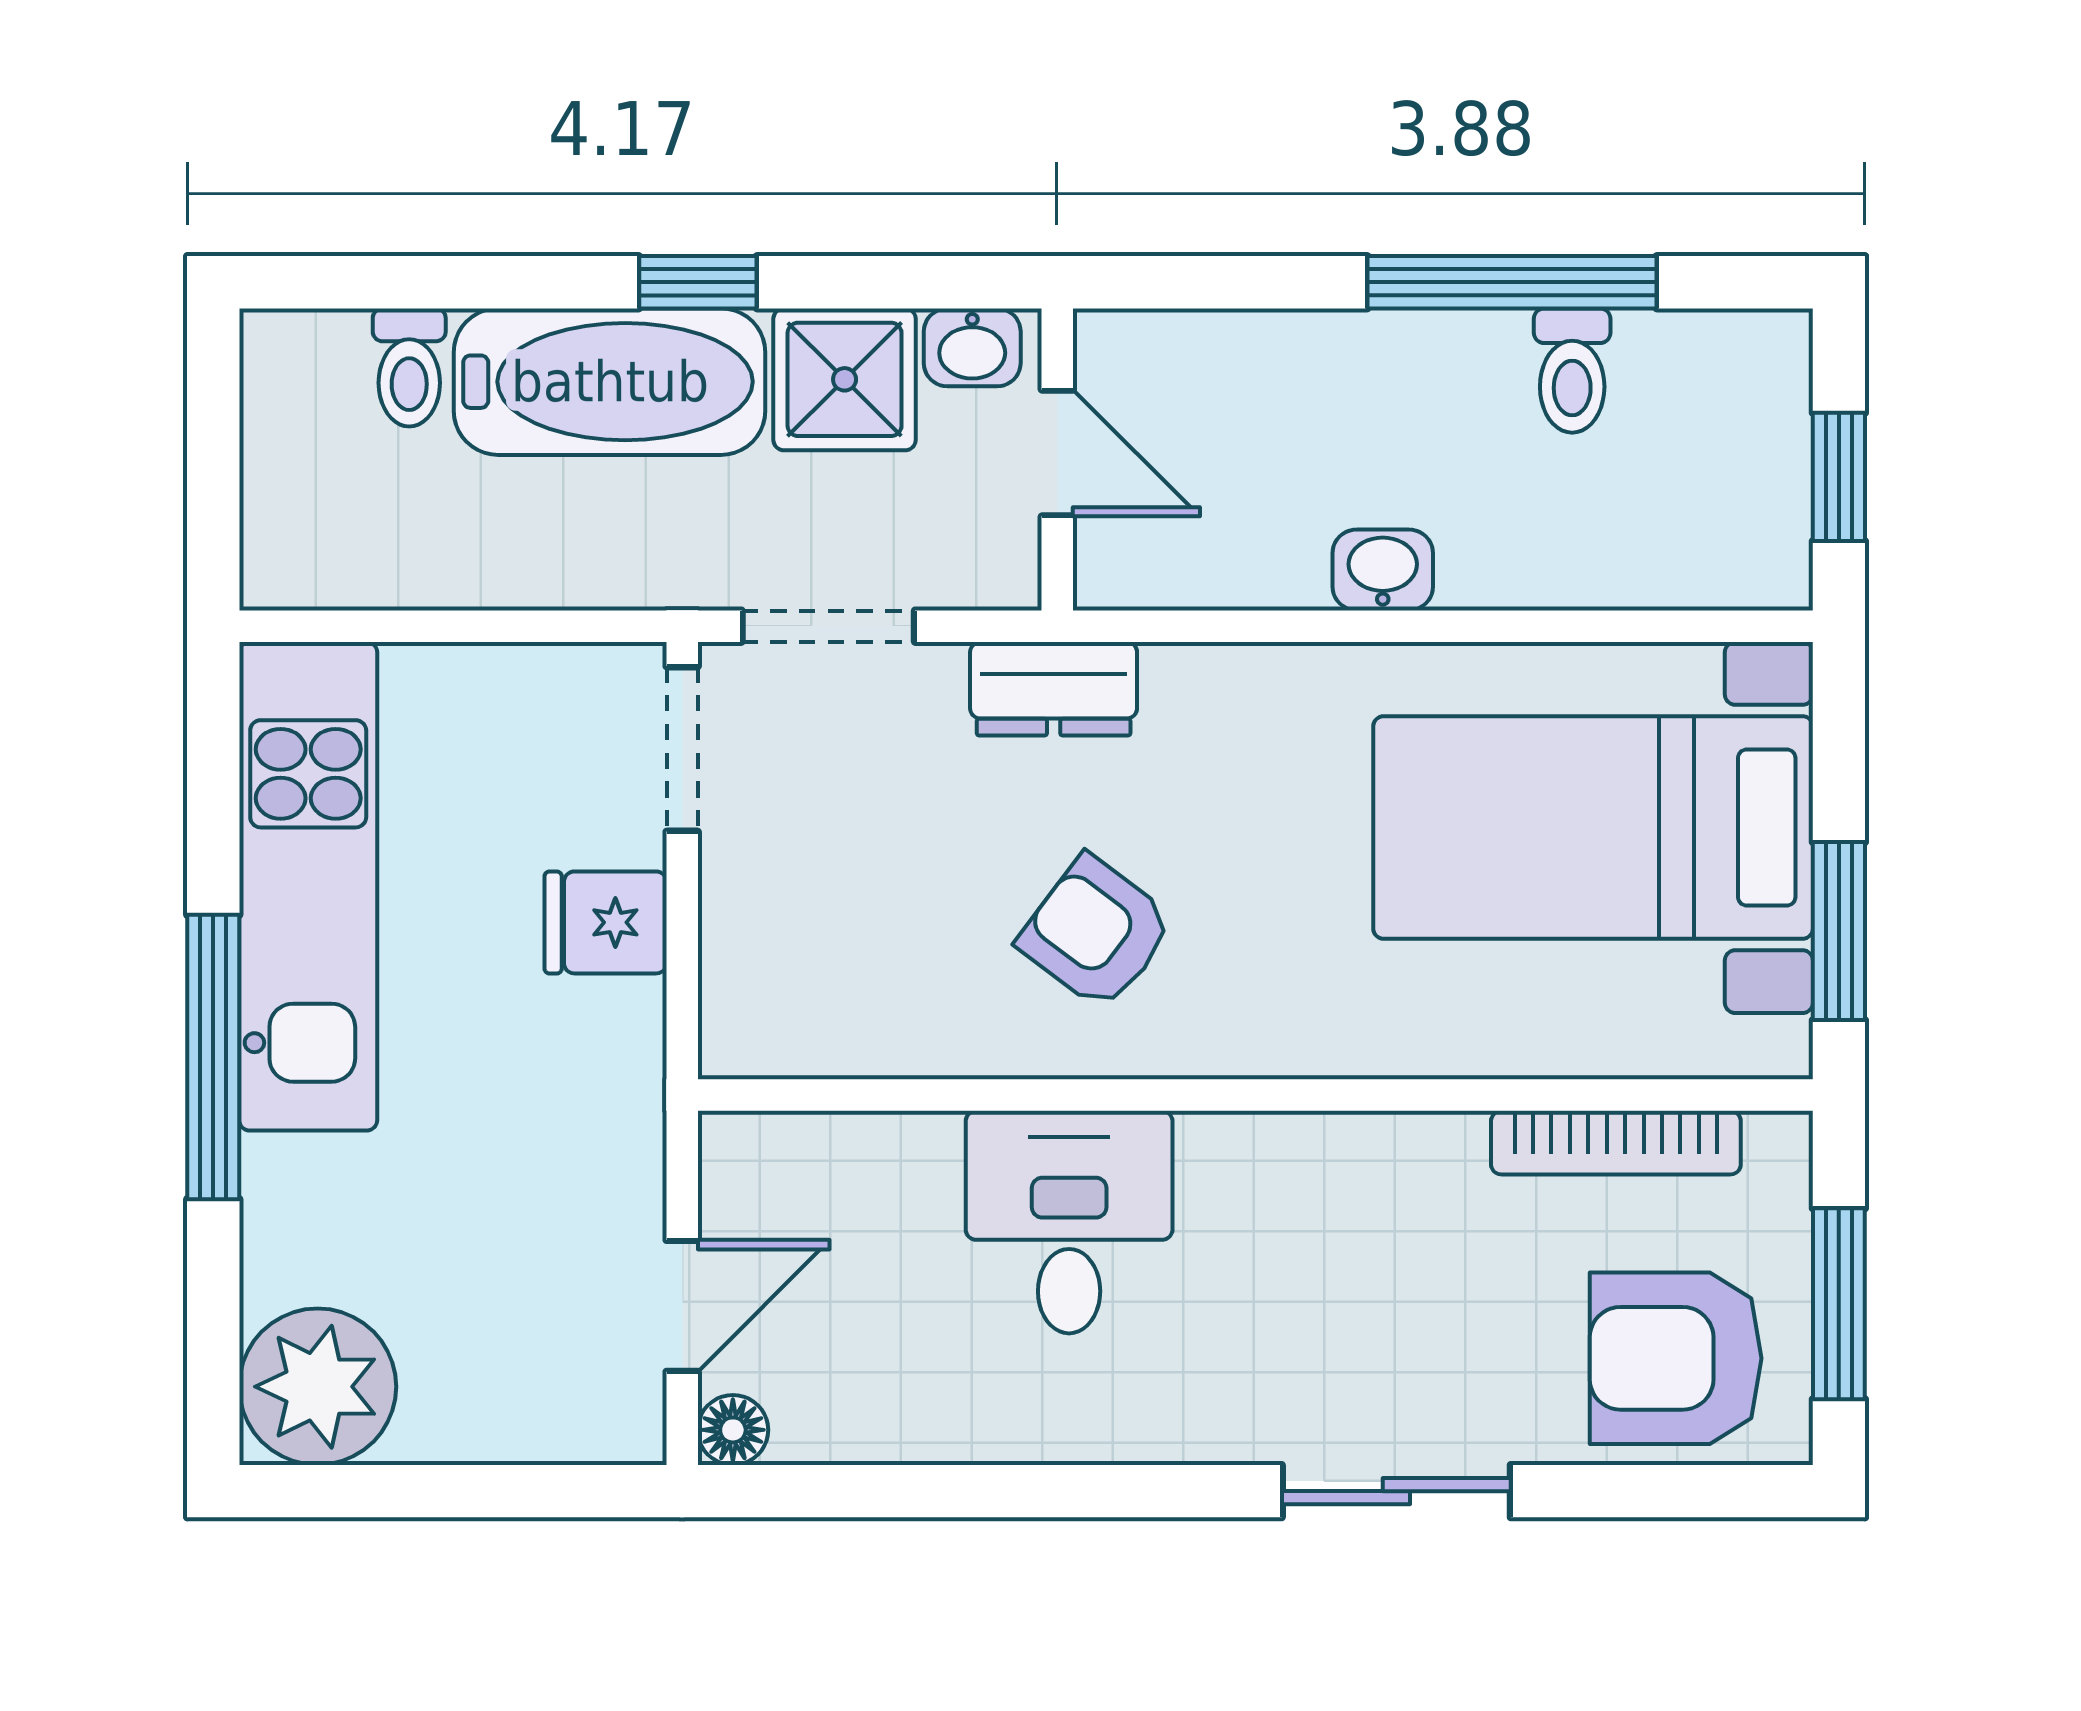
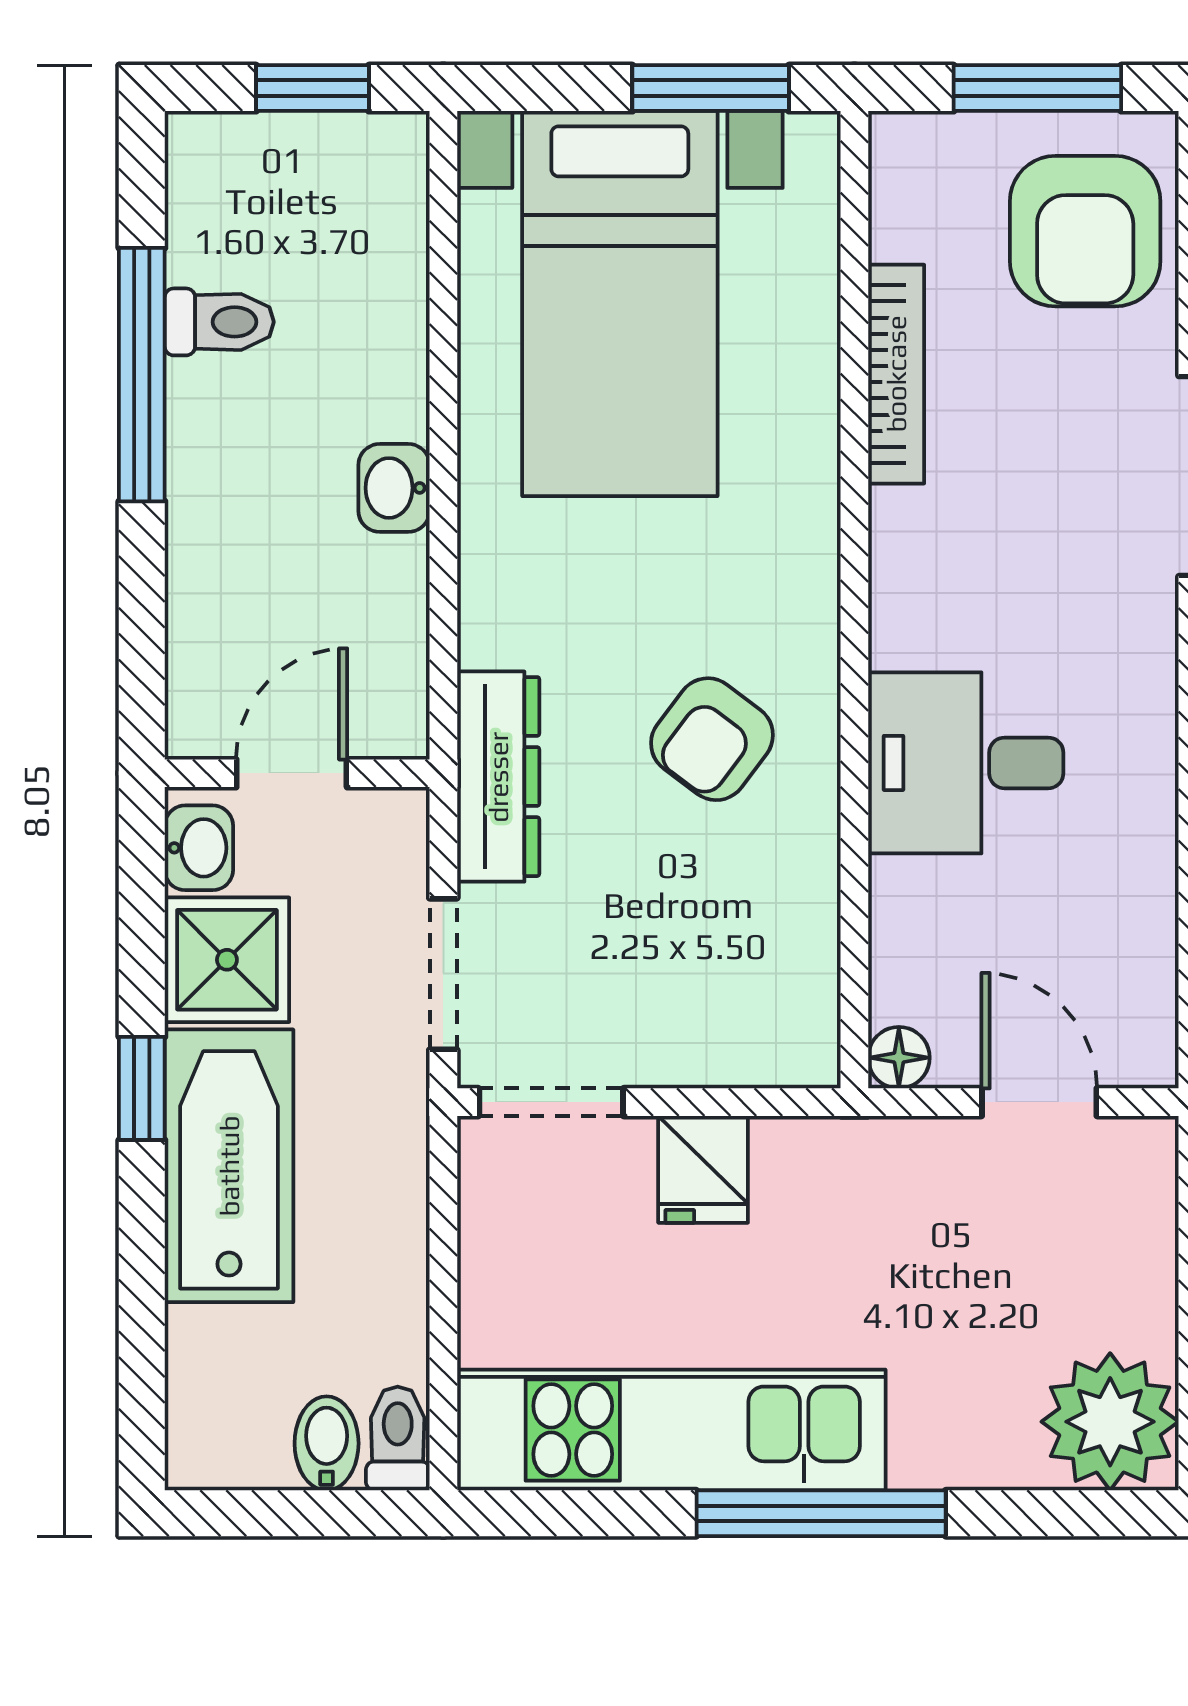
toilet: (409, 368) -> (398, 1438), moved, turned -90
bidet: (293, 493) -> (327, 1443), added
dresser: (1054, 689) -> (498, 777), width x1.44
bookcase: (1616, 1143) -> (896, 374), moved
floor lamp: (733, 1430) -> (899, 1058), moved

